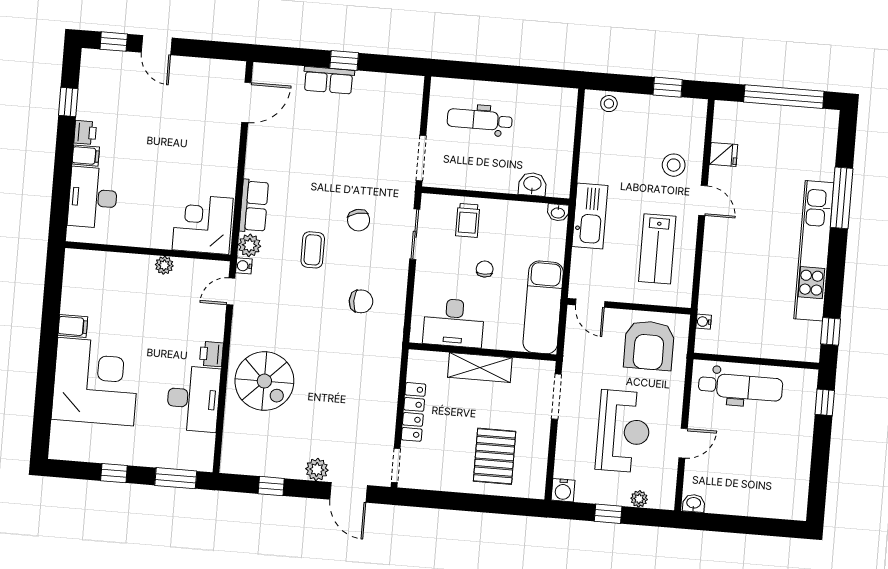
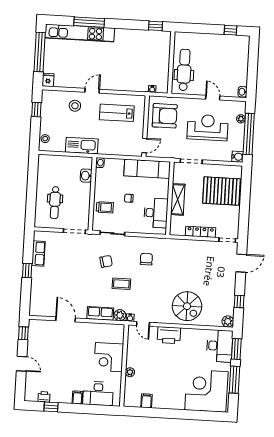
window: (114, 42) -> (23, 333), moved
door: (157, 45) -> (22, 364), hinge flipped
row of seats: (329, 80) -> (38, 254), moved
door: (246, 102) -> (66, 319), moved
printer: (85, 132) -> (44, 397), moved
fridge: (723, 154) -> (48, 80), moved
kitchen sink: (590, 216) -> (82, 146), moved
corner desk: (203, 224) -> (109, 357), moved
lab bench: (657, 249) -> (117, 113), turned 180
kitchen unit: (814, 251) -> (80, 33), moved
plant: (164, 265) -> (130, 372), moved
filing cabinet: (73, 326) -> (146, 401), moved
printer: (211, 354) -> (169, 335), width x1.87, depth x1.48
spiral stairs: (264, 381) -> (187, 306), turned 90
corner desk: (96, 382) -> (206, 391), moved
desk: (193, 399) -> (220, 346), moved, turned 90
window: (825, 402) -> (230, 30), moved
pallet: (495, 456) -> (222, 191), width x1.37, depth x1.41
plant: (317, 469) -> (228, 321), moved
window: (114, 473) -> (235, 380), width x2.17
window: (608, 514) -> (249, 134), width x3.17

